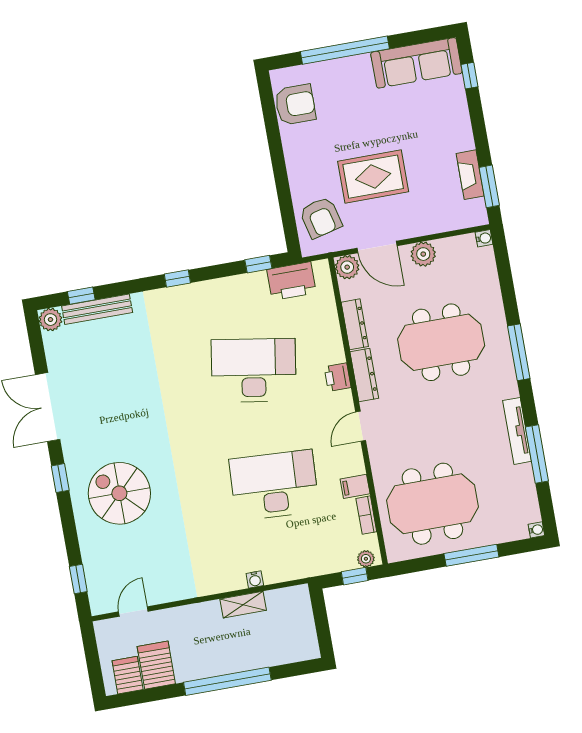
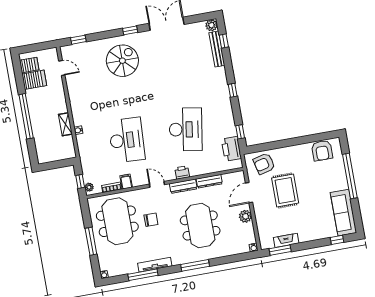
plant: (347, 267) -> (239, 177), removed
chair: (430, 438) -> (151, 220), added

